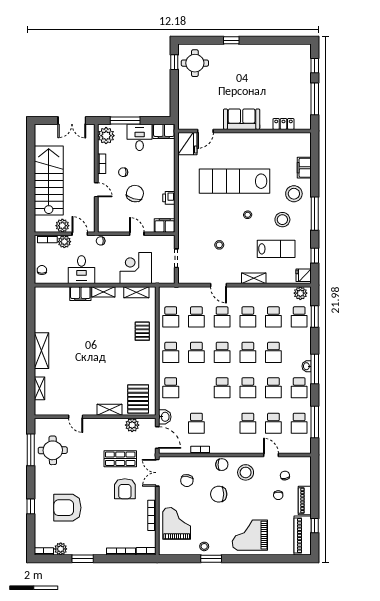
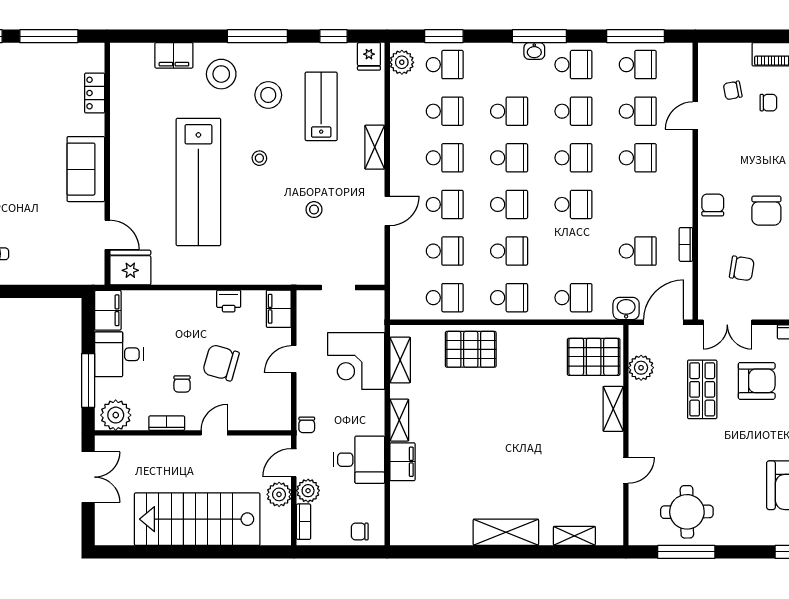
pallet: (142, 331) -> (471, 349), width x1.50, depth x1.42
stool: (246, 472) -> (727, 162), removed

